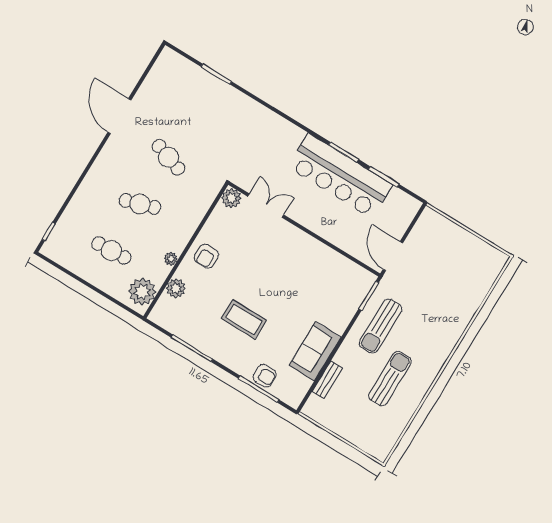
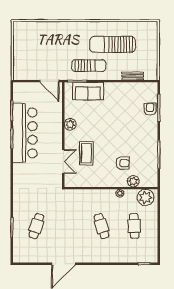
cafe table: (169, 157) -> (36, 226), moved
plant: (231, 198) -> (70, 124), moved
double door: (266, 206) -> (63, 161), swing flipped
armchair: (206, 256) -> (123, 163), moved
door: (393, 256) -> (49, 81), hinge flipped
coffee table: (244, 319) -> (86, 153), moved
sofa: (315, 351) -> (88, 91), moved
sun lounger: (390, 379) -> (113, 44), width x1.36, depth x1.34

